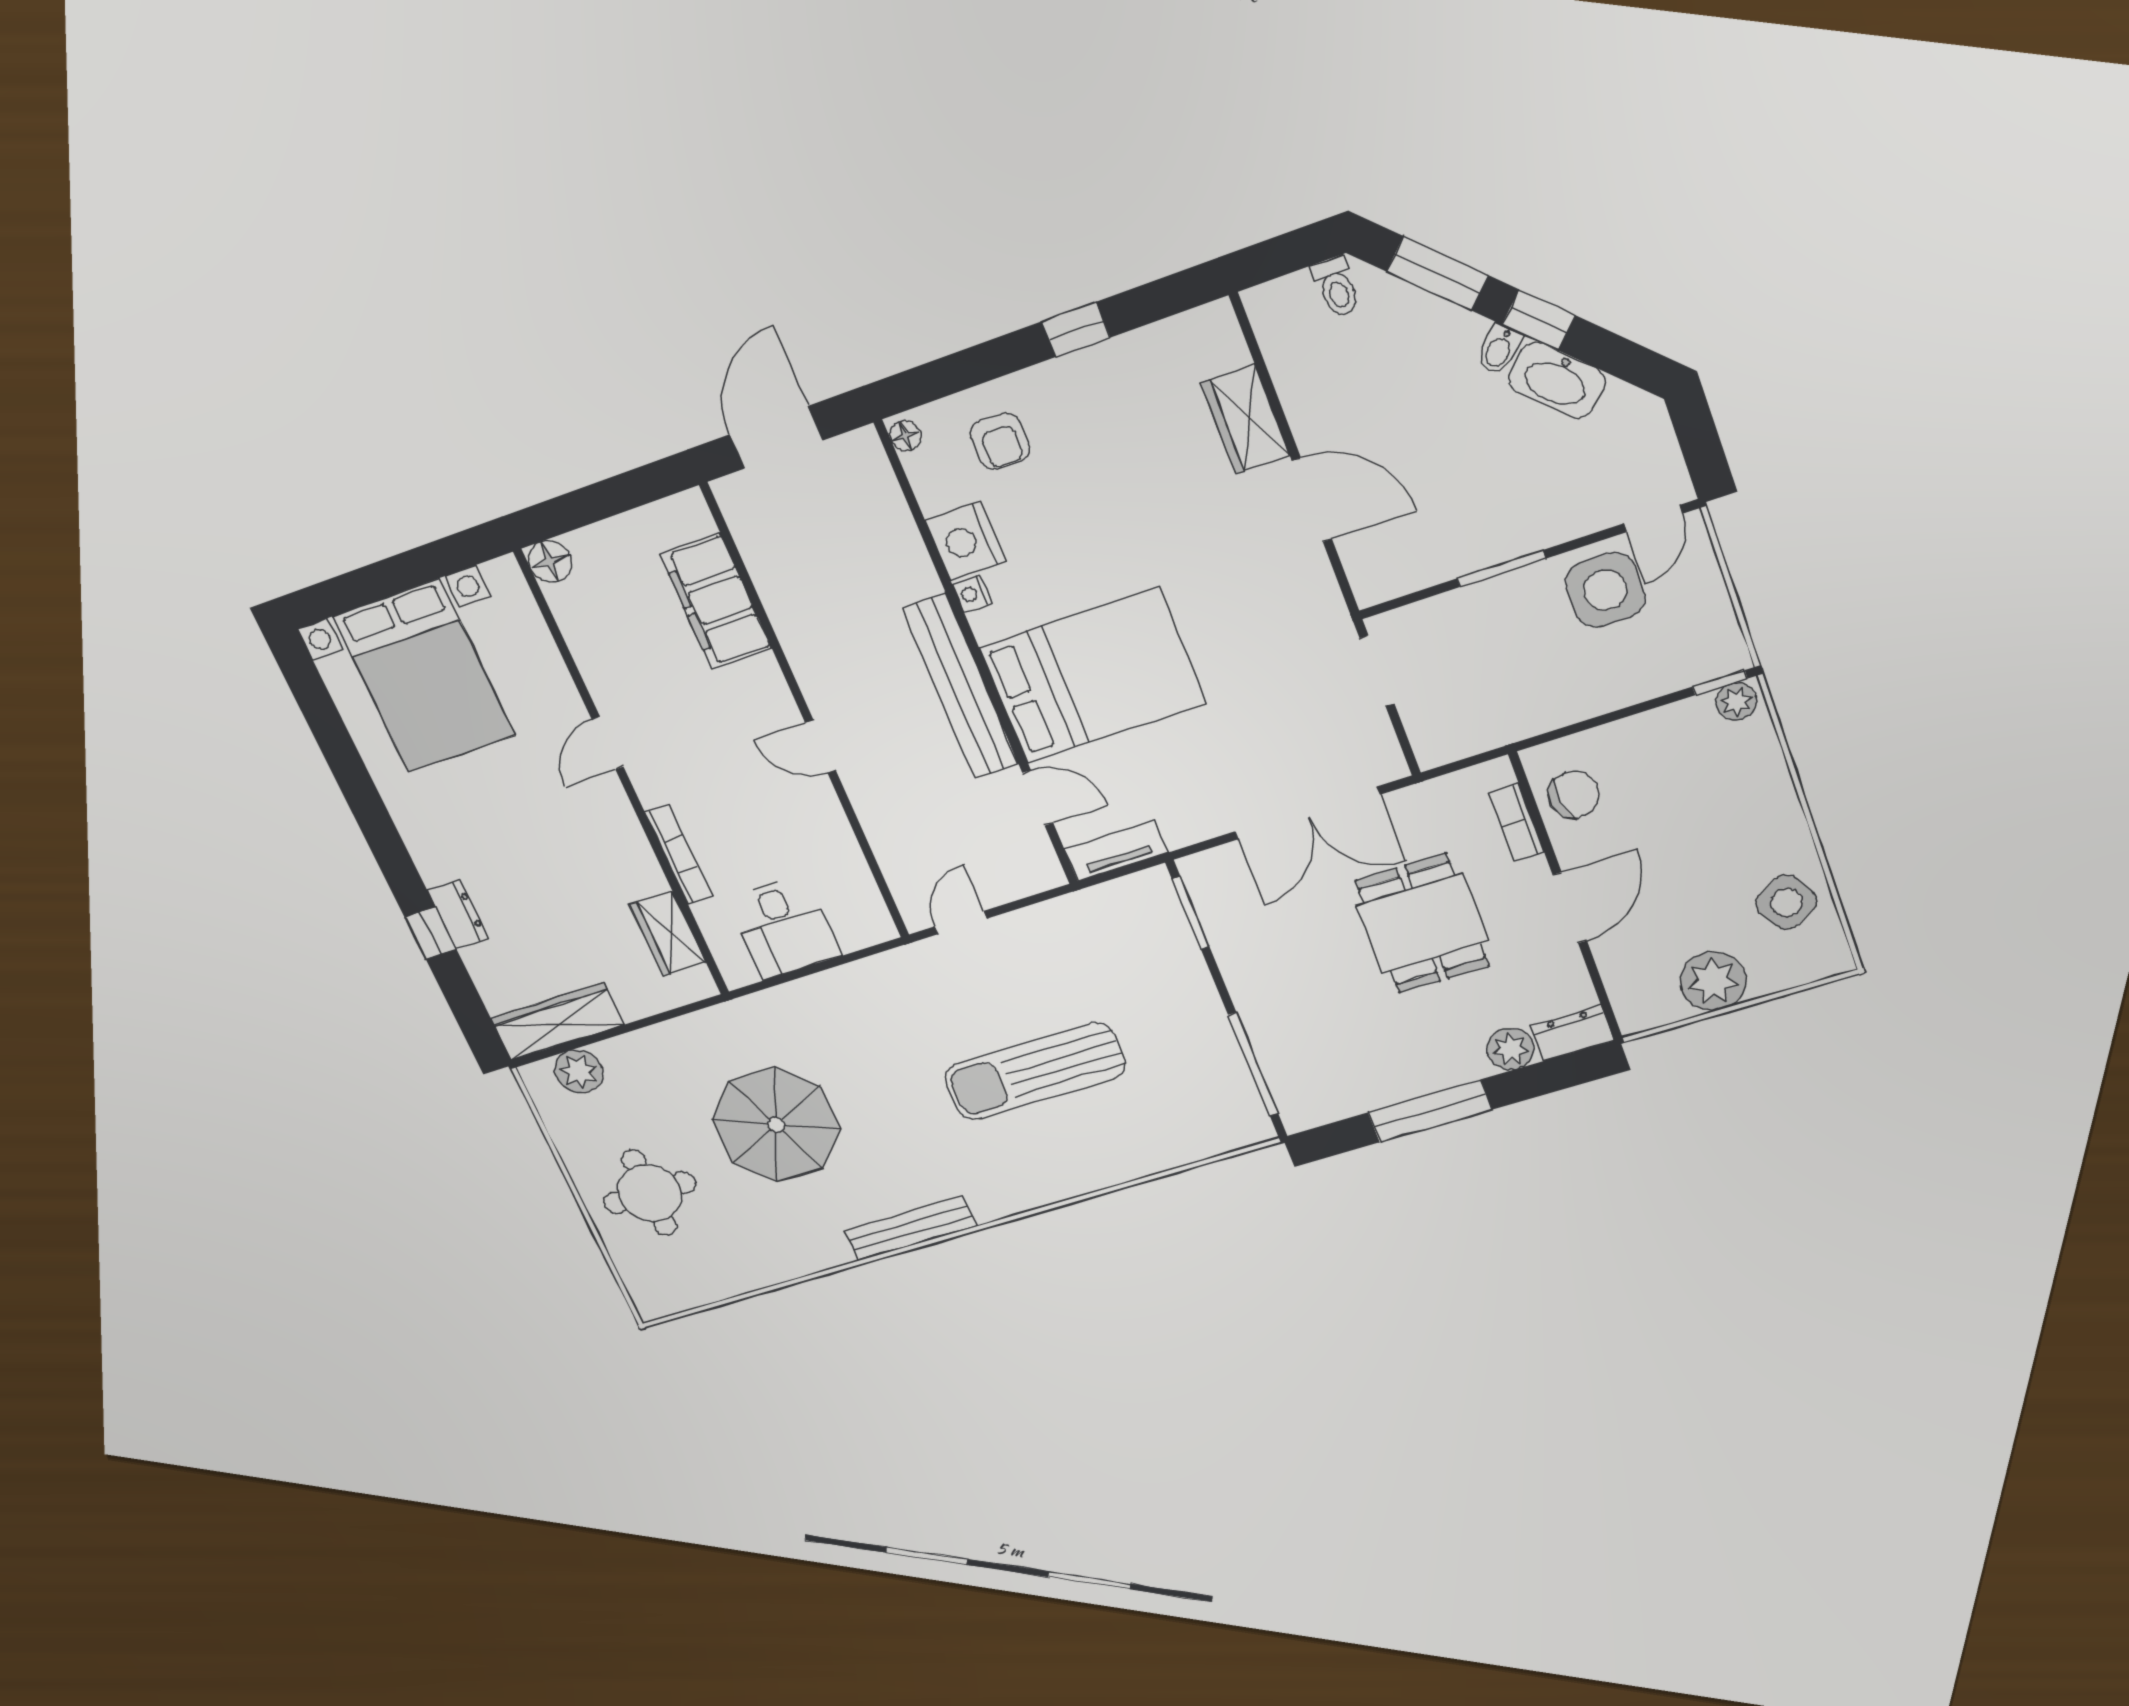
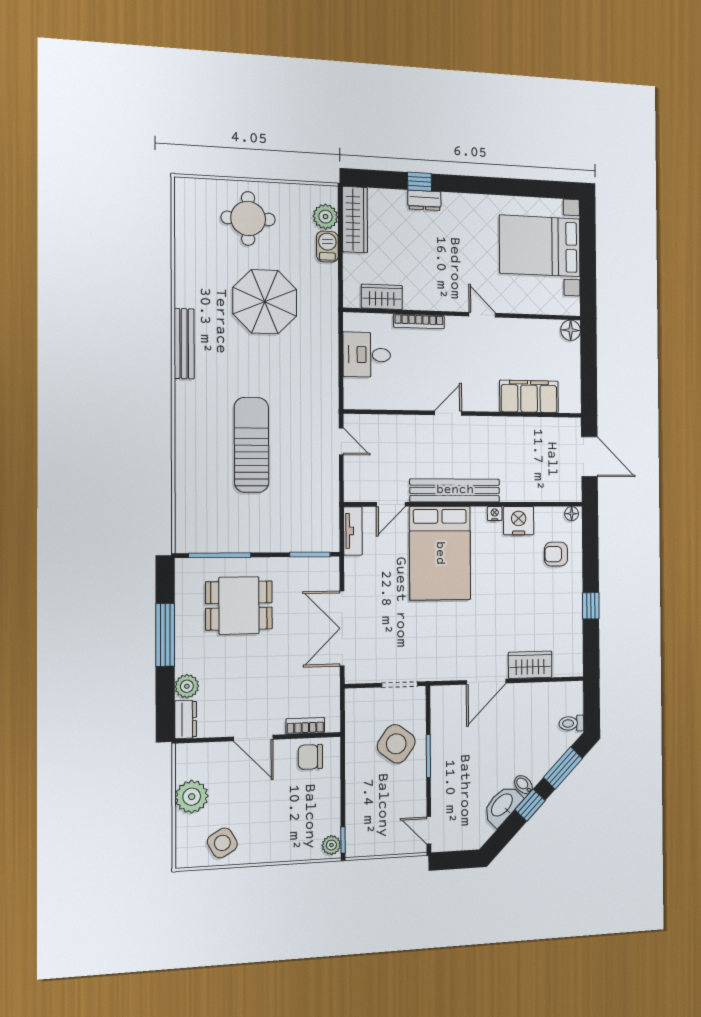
side table: (1605, 590) -> (396, 744), moved, turned 36
chair: (1574, 795) -> (310, 757), turned 99
dining table: (1422, 923) -> (239, 605), moved
barbecue: (628, 1053) -> (327, 247), added

